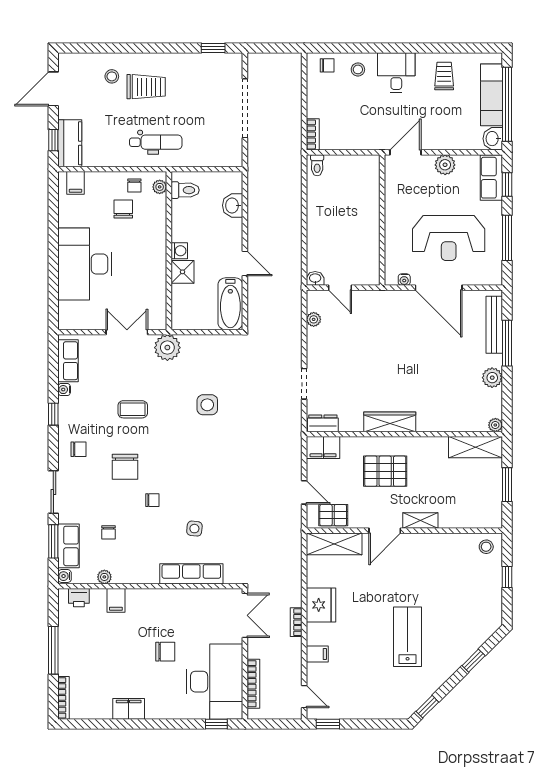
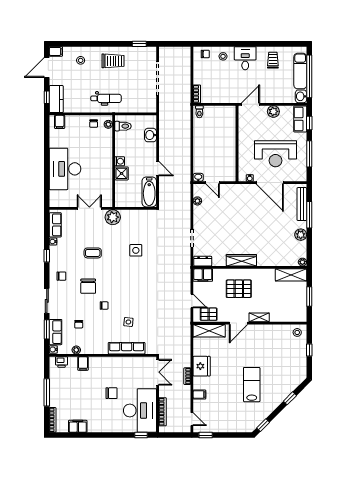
filing cabinet: (69, 61) -> (56, 51), added
trolley: (146, 87) -> (113, 61), moved
chair: (123, 209) -> (87, 137), removed
filing cabinet: (129, 709) -> (78, 426), moved

